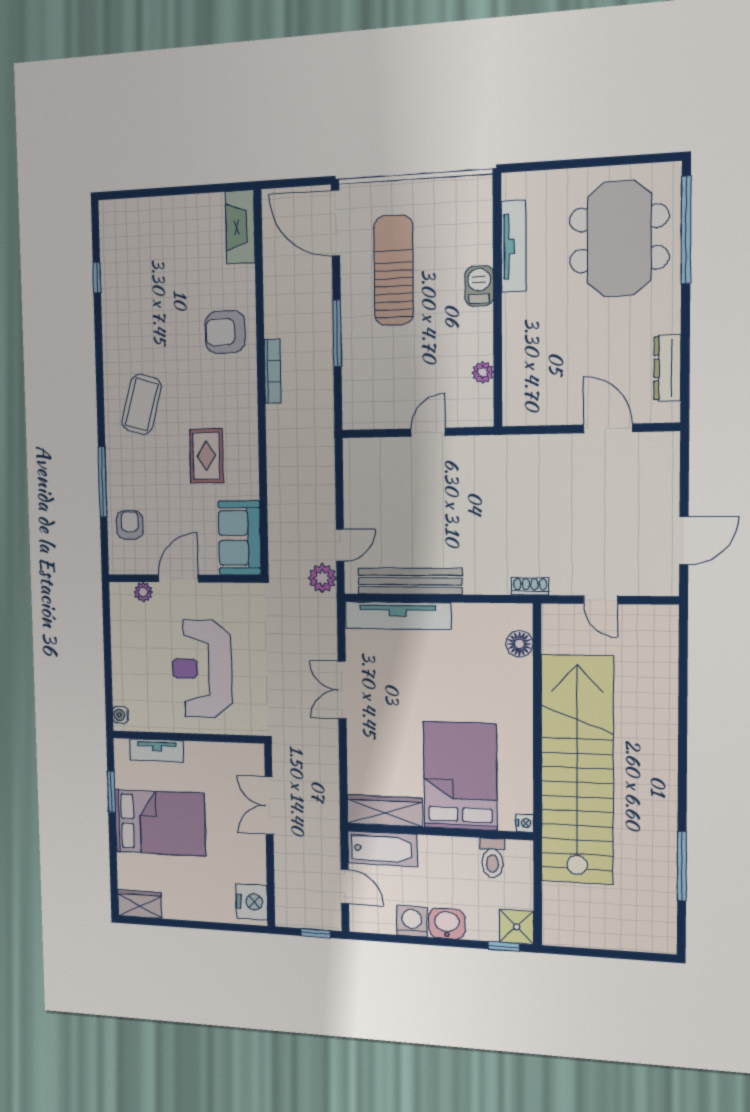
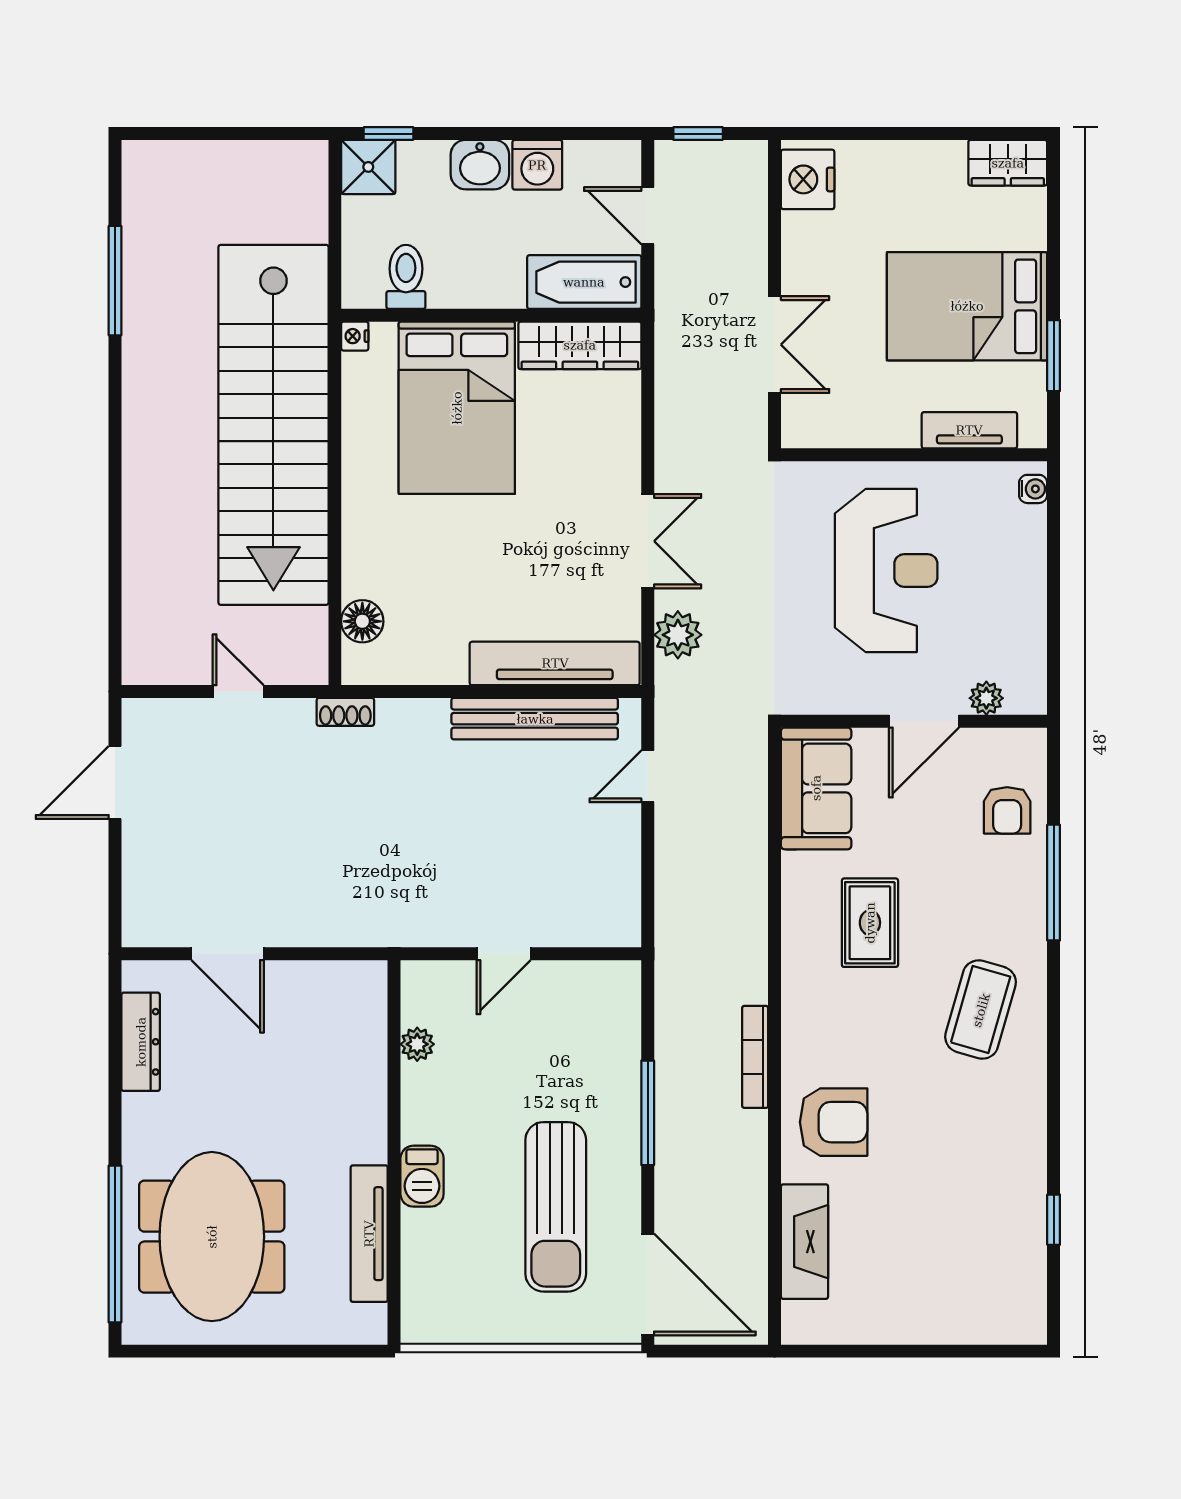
fireplace: (240, 227) -> (804, 1242), moved
plant: (322, 578) -> (678, 635), moved

